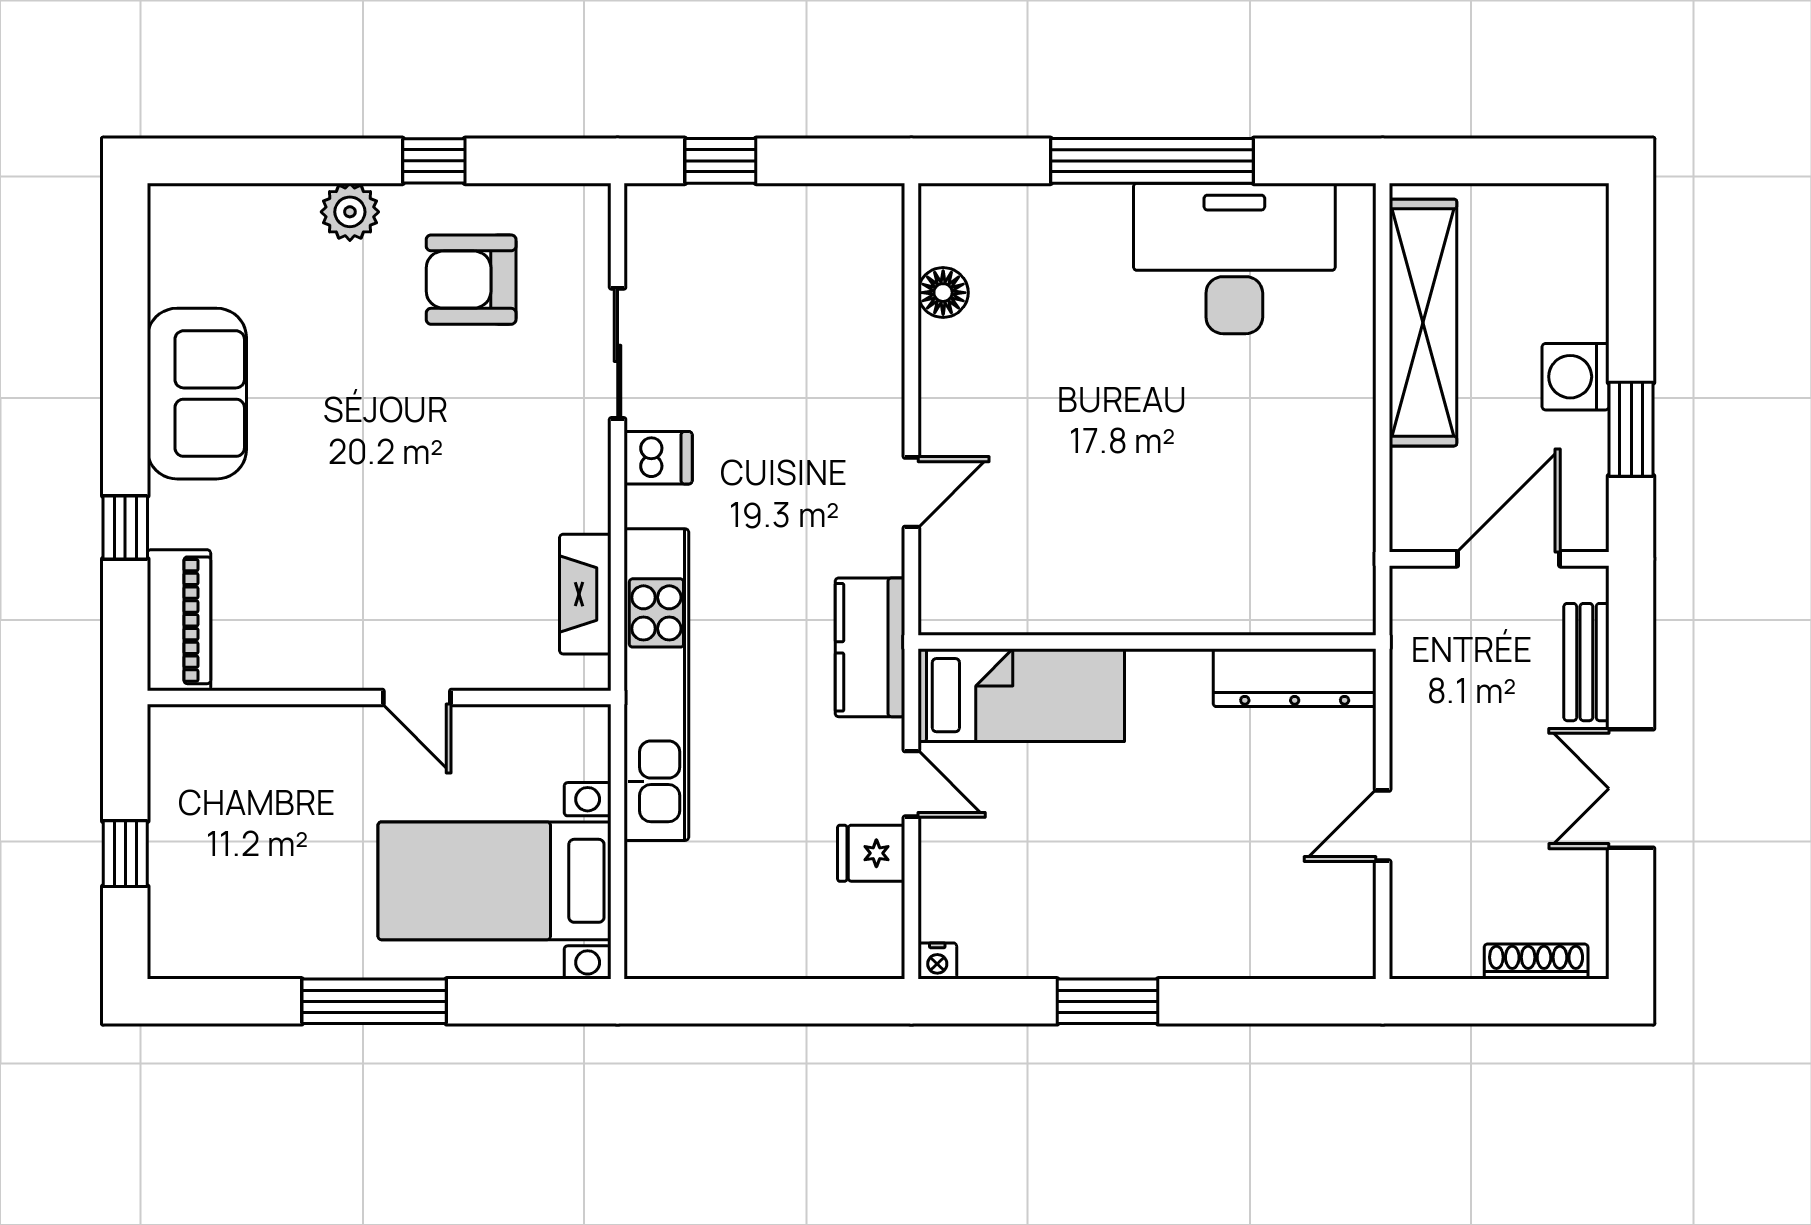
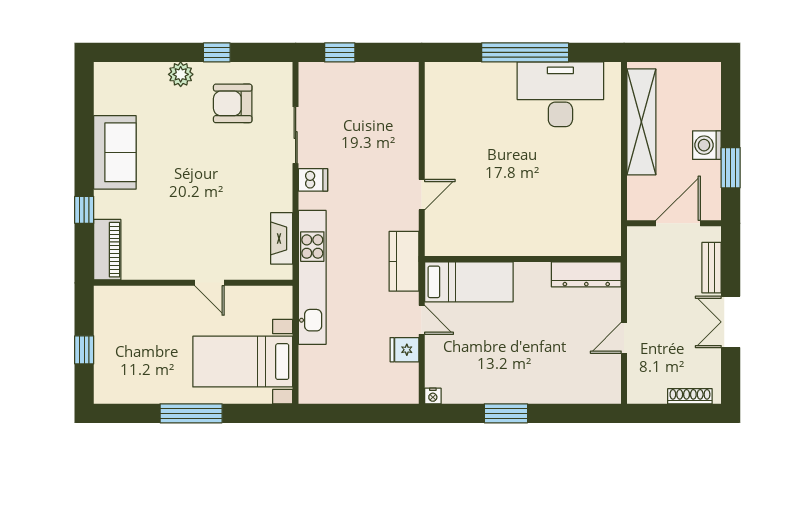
floor lamp: (943, 293) -> (435, 109), removed

